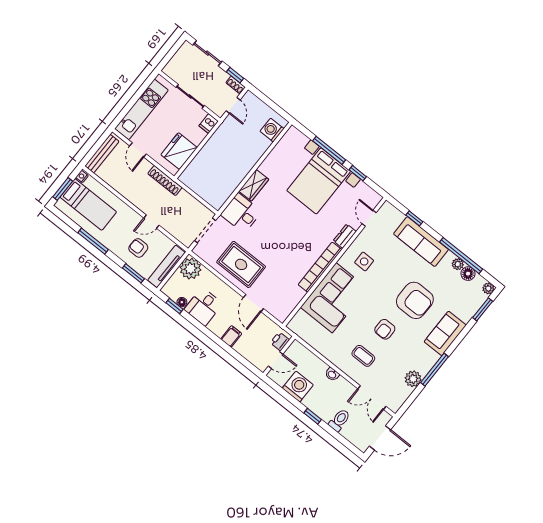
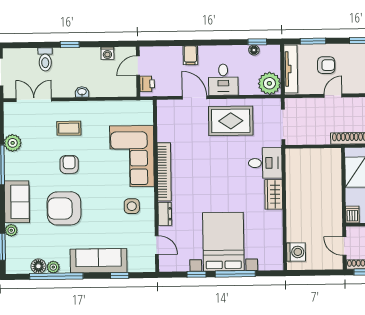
plant: (488, 288) -> (11, 230), moved
desk: (203, 307) -> (223, 80), moved, turned 180
washing machine: (298, 387) -> (107, 53), width x0.53, depth x0.53

